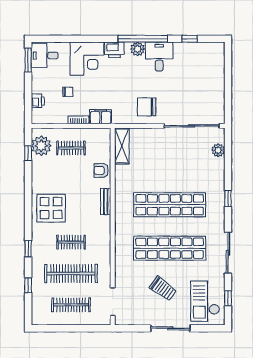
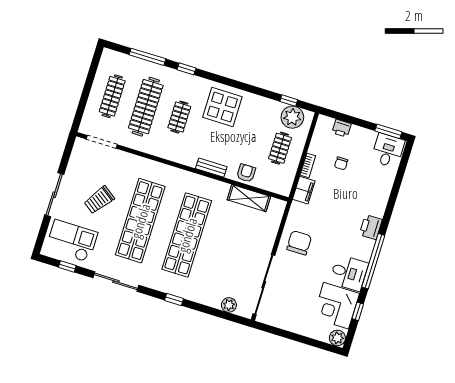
plant: (138, 49) -> (337, 338), moved
corner desk: (87, 59) -> (336, 306), moved
shelving: (122, 146) -> (249, 198), moved
window: (28, 285) -> (147, 57), width x2.17

